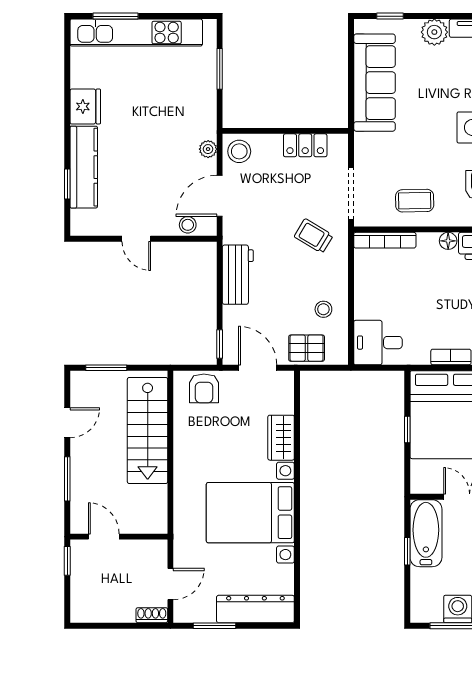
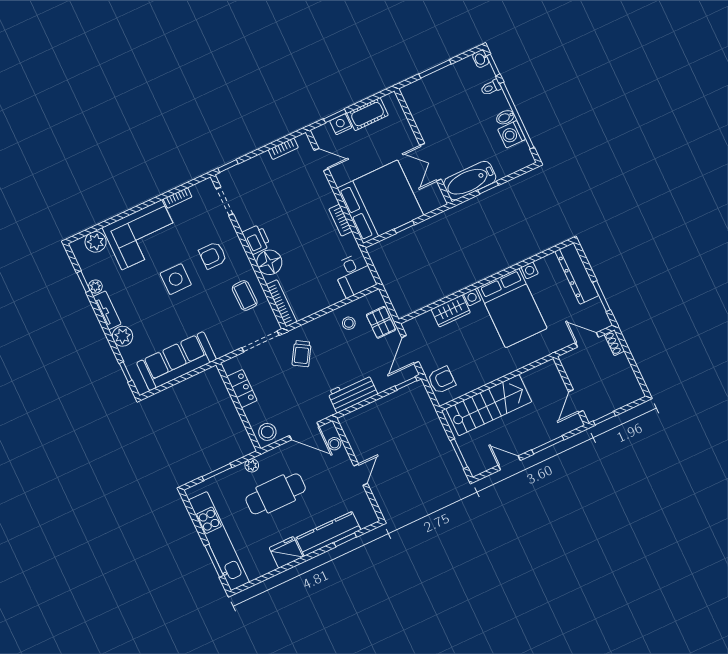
cafe table: (161, 127) -> (276, 494), added
plant: (208, 149) -> (252, 465), moved
floor lamp: (448, 241) -> (269, 262), width x1.89, depth x1.89

